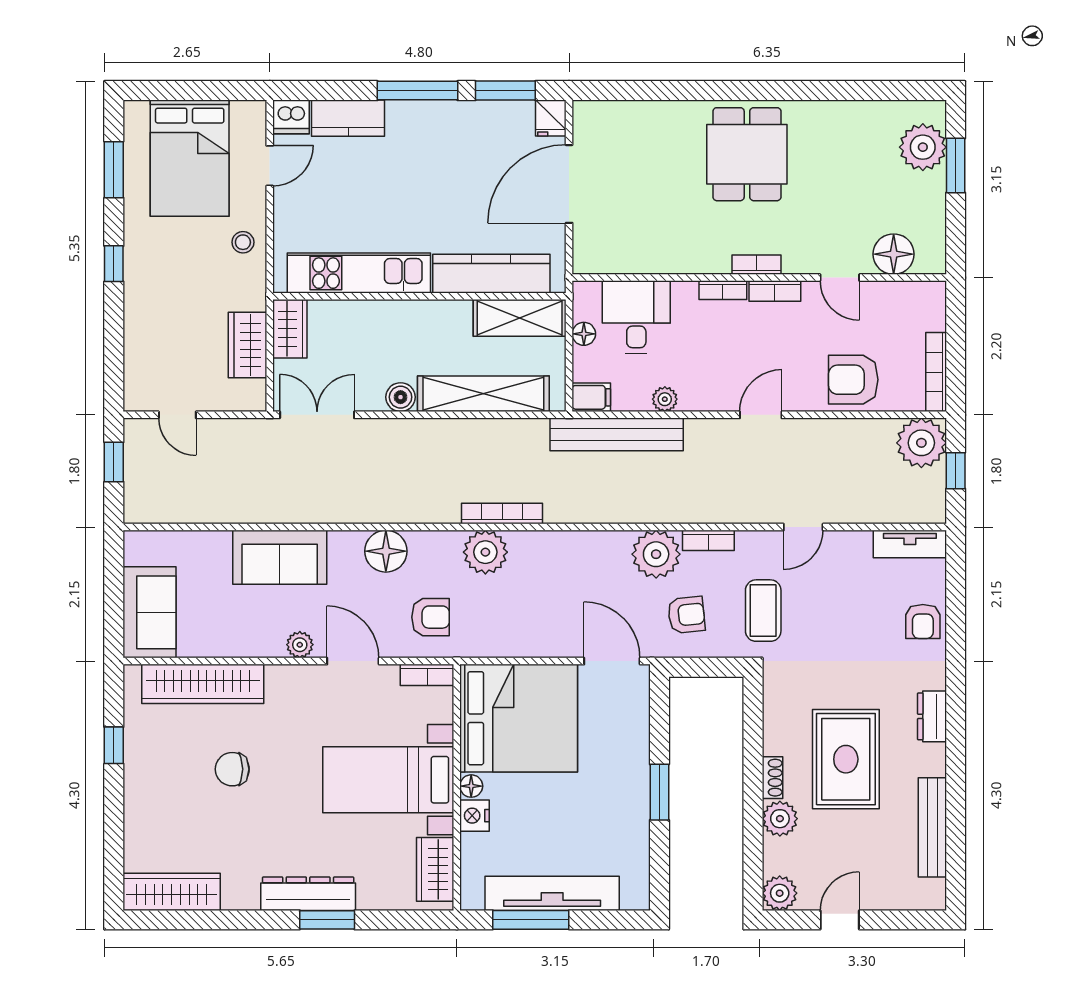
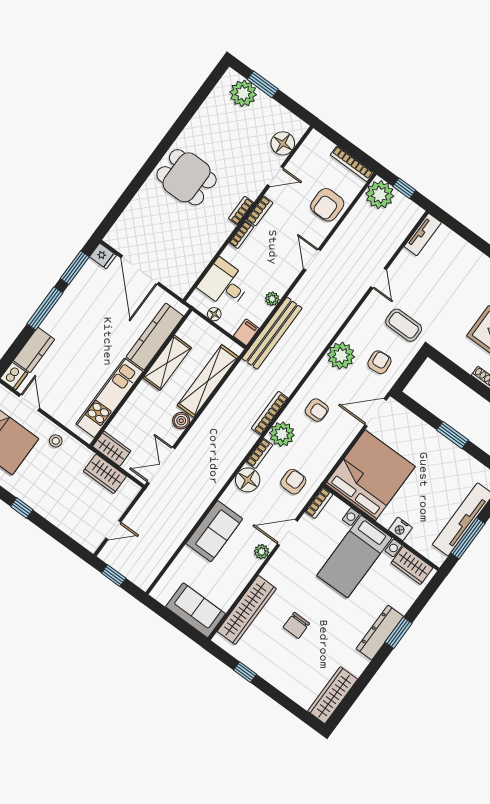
shelving: (520, 318) -> (167, 363), moved
bookcase: (708, 540) -> (259, 453), moved
armchair: (923, 621) -> (317, 410), moved
floor lamp: (471, 786) -> (386, 520), removed

